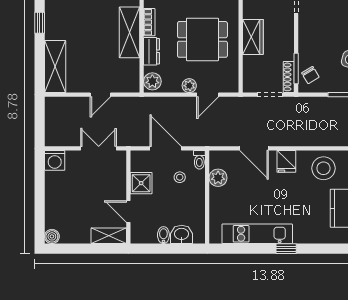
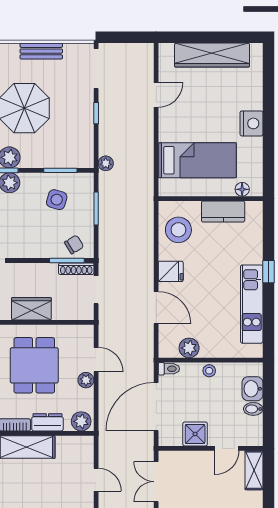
door: (166, 148) -> (156, 407), width x1.36
door: (254, 148) -> (156, 308), hinge flipped
stool: (180, 177) -> (209, 371), moved

